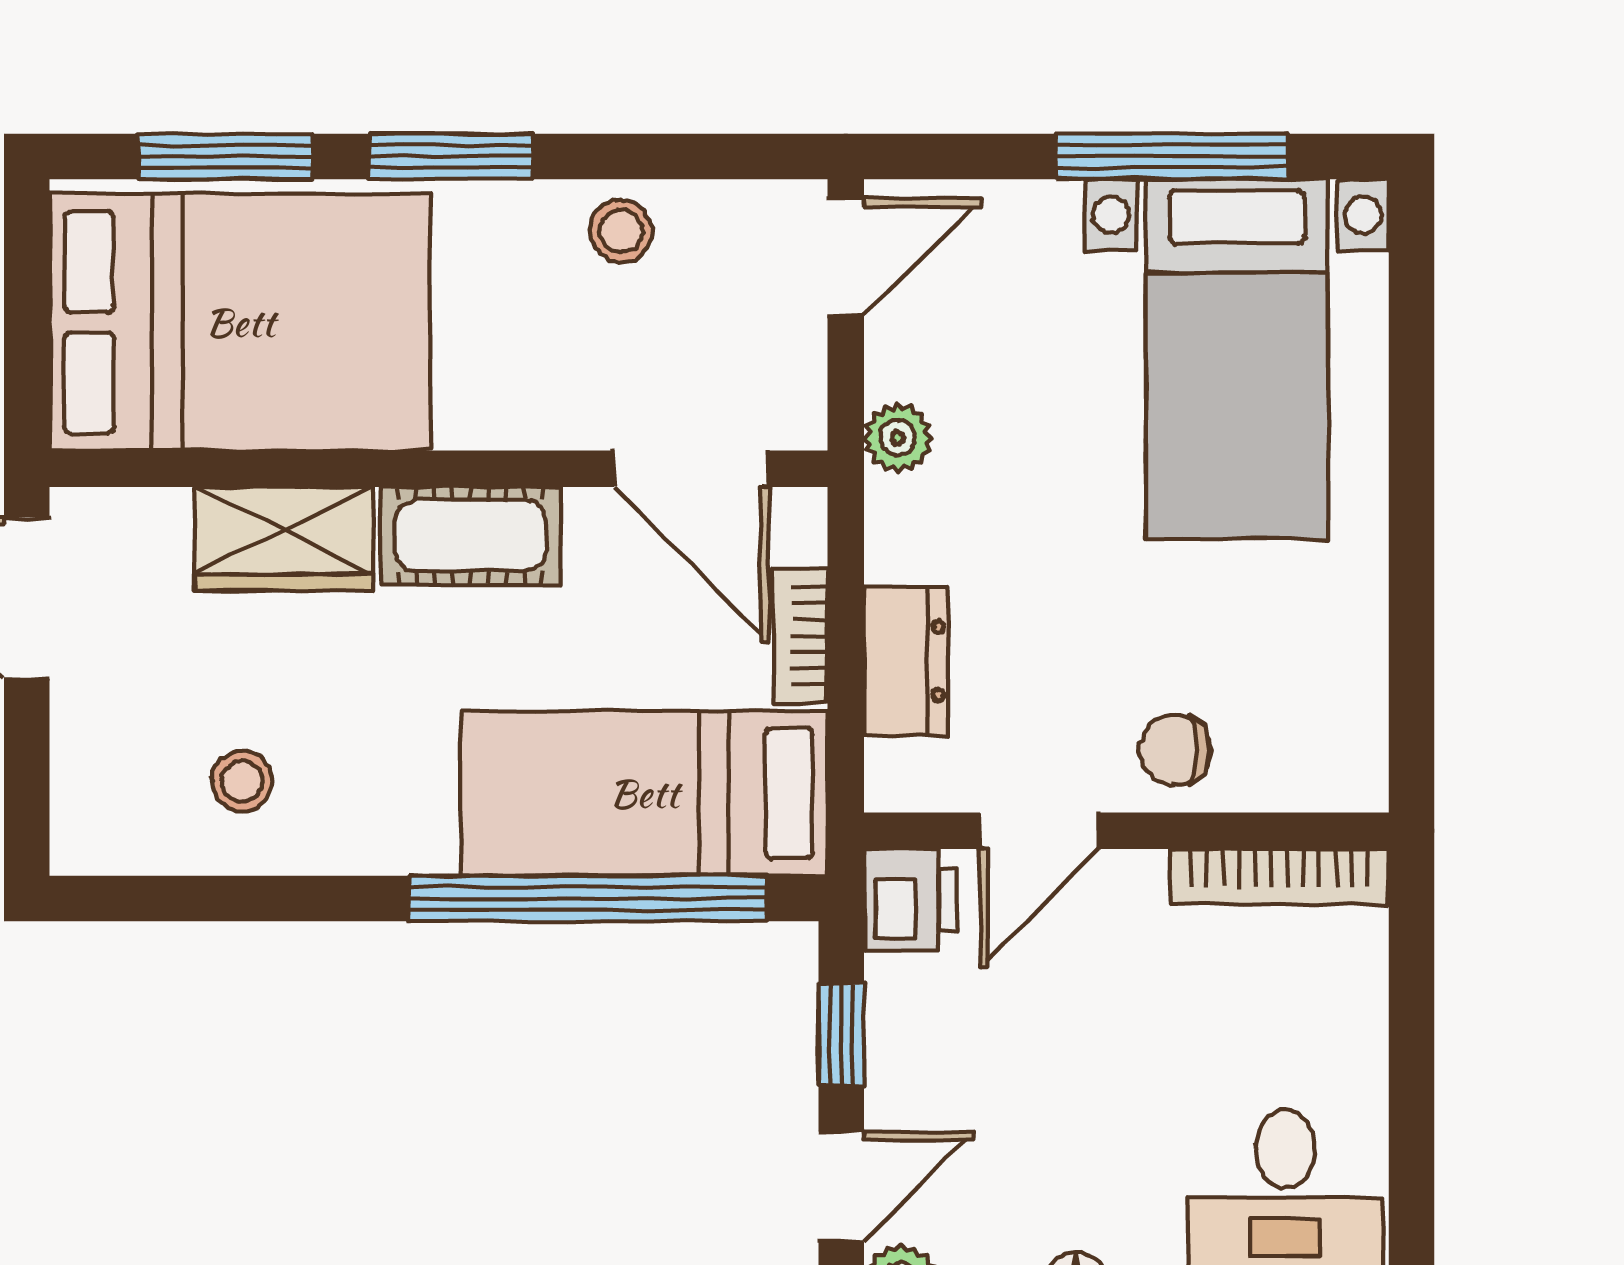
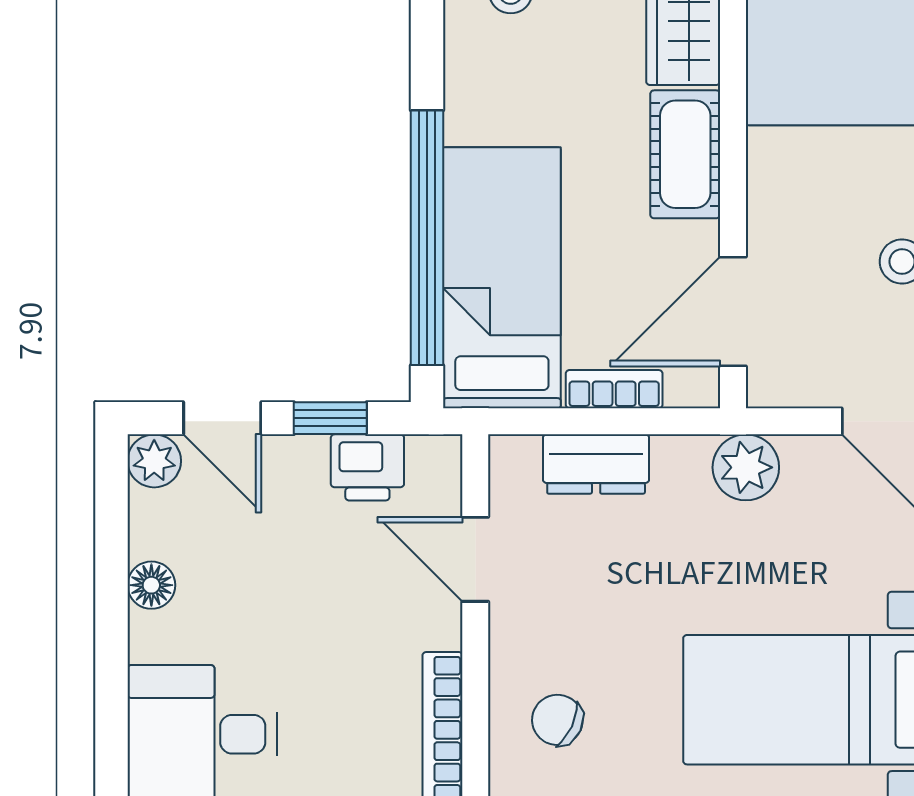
plant: (898, 438) -> (746, 467), width x1.38, depth x1.38
chair: (1175, 750) -> (557, 720), moved, turned -65
printer: (911, 900) -> (367, 467), moved

